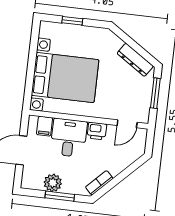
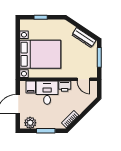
door: (127, 124) -> (84, 79), hinge flipped
plant: (53, 183) -> (30, 123), moved

